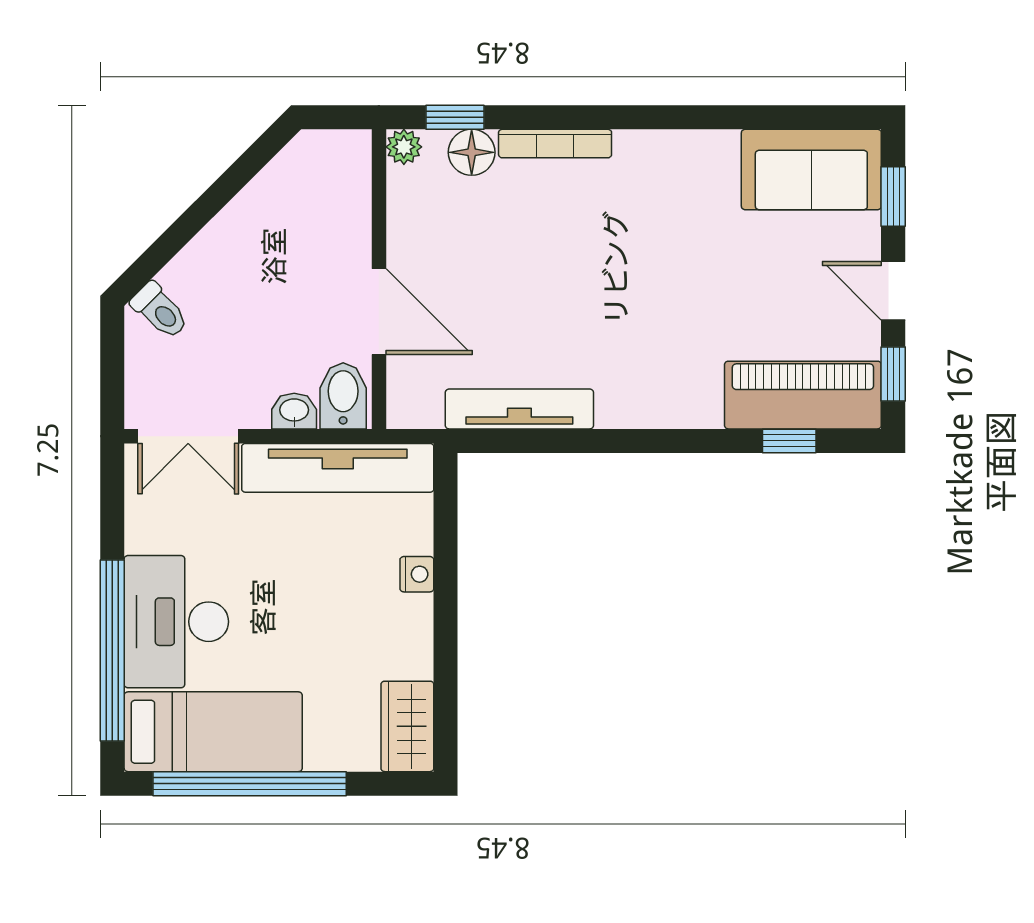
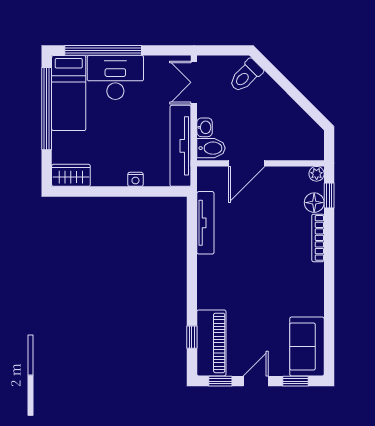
toilet: (160, 311) -> (246, 76), width x1.37, depth x1.39

